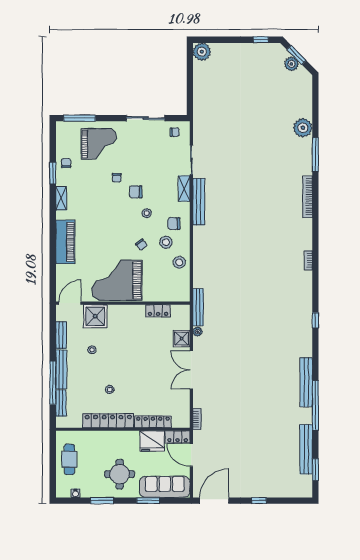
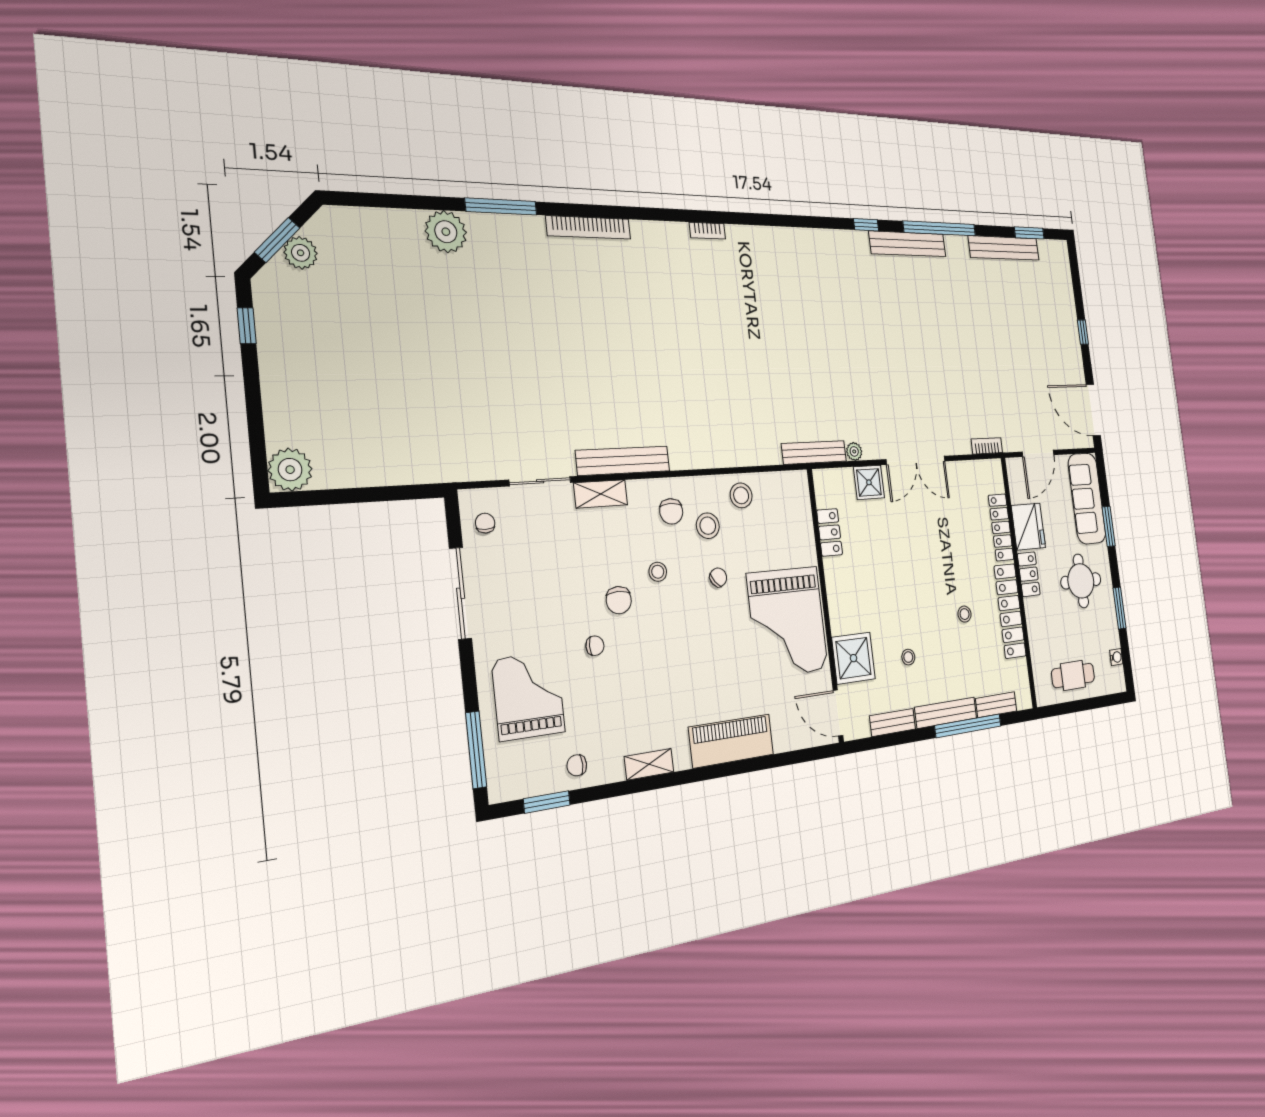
window: (53, 173) -> (547, 802), moved
window: (315, 320) -> (866, 225), moved
locker: (178, 437) -> (1029, 574), moved

